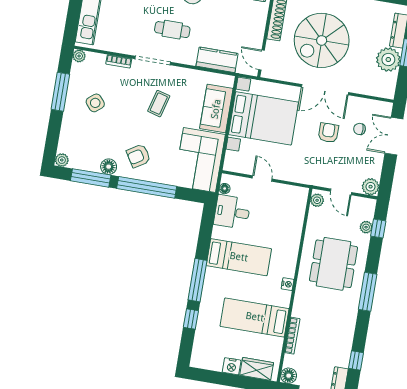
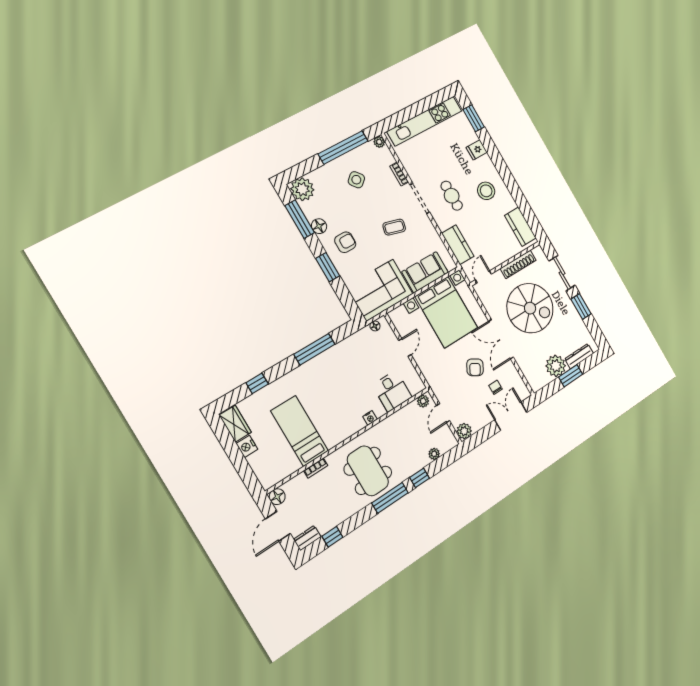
spiral stairs: (322, 40) -> (530, 308), turned 180
window: (60, 92) -> (343, 147), width x1.46
armchair: (328, 133) -> (475, 367), turned 120
armchair: (138, 156) -> (345, 242), turned 122
plant: (62, 160) -> (302, 189), width x1.88, depth x1.88
window: (147, 187) -> (328, 267), width x0.47
desk: (232, 212) -> (392, 391), moved, turned 180
window: (378, 229) -> (420, 478), moved
bed: (239, 257) -> (334, 380), removed
dining table: (334, 264) -> (368, 471), moved, turned 90
window: (197, 280) -> (314, 349), moved
nightstand: (288, 284) -> (370, 418), moved
bookcase: (292, 336) -> (316, 468), width x0.64
wardrobe: (257, 369) -> (235, 424), moved

